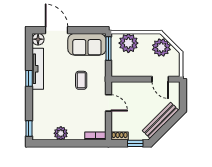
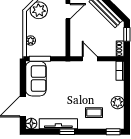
plant: (128, 43) -> (31, 40), width x0.53, depth x0.53
coffee table: (81, 80) -> (94, 113), moved
door: (108, 103) -> (90, 59), hinge flipped

